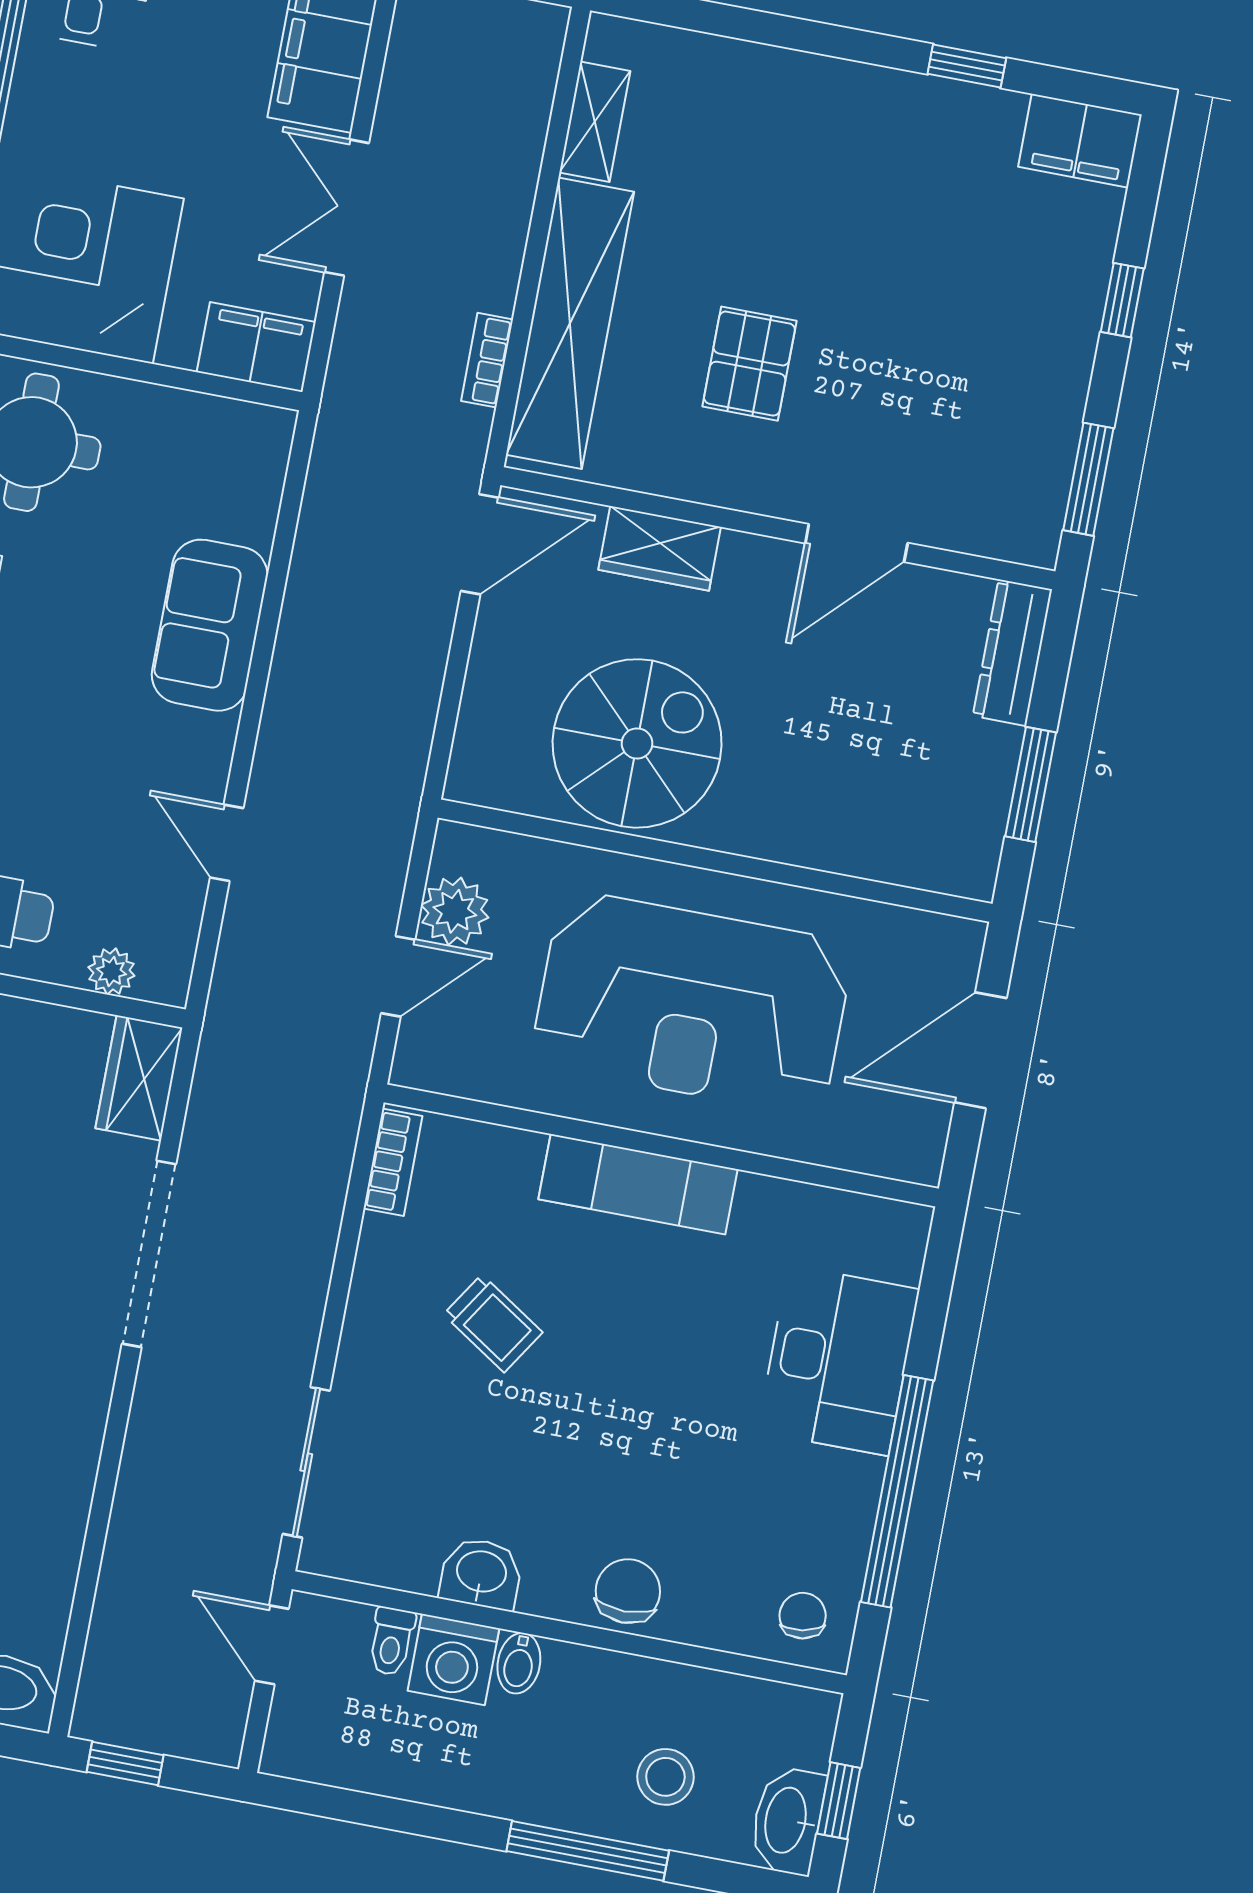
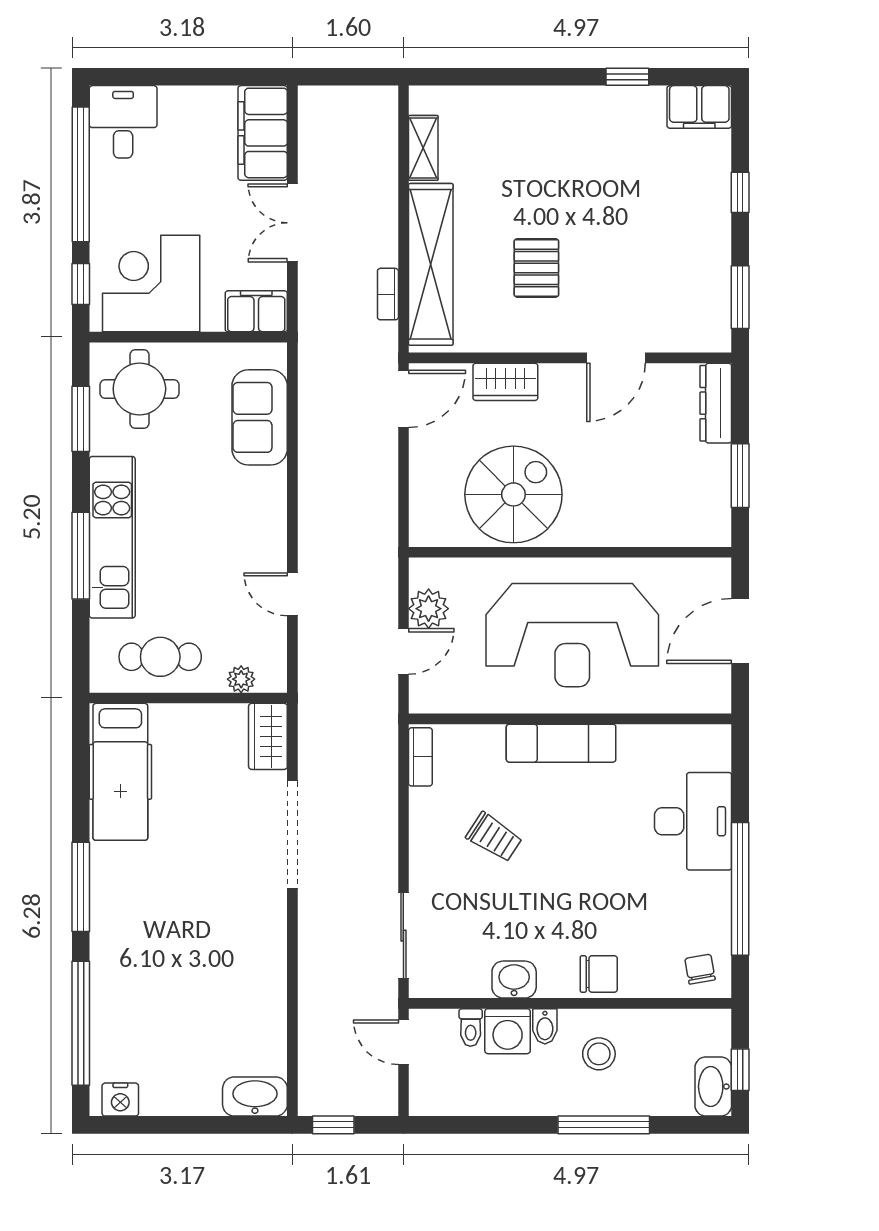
sofa: (210, 625) -> (260, 417), moved
chair: (628, 1591) -> (599, 974), turned 90
stool: (665, 1777) -> (599, 1054), moved

